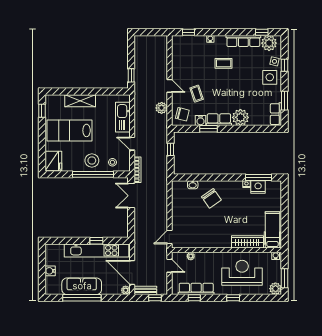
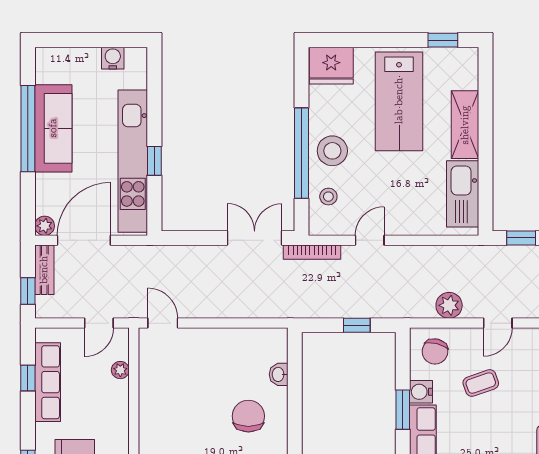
kitchen sink: (123, 117) -> (463, 194), moved, turned -90
lab bench: (70, 130) -> (399, 101), turned 180
chair: (211, 198) -> (248, 416), turned 125
water cooler: (50, 271) -> (113, 58), moved

